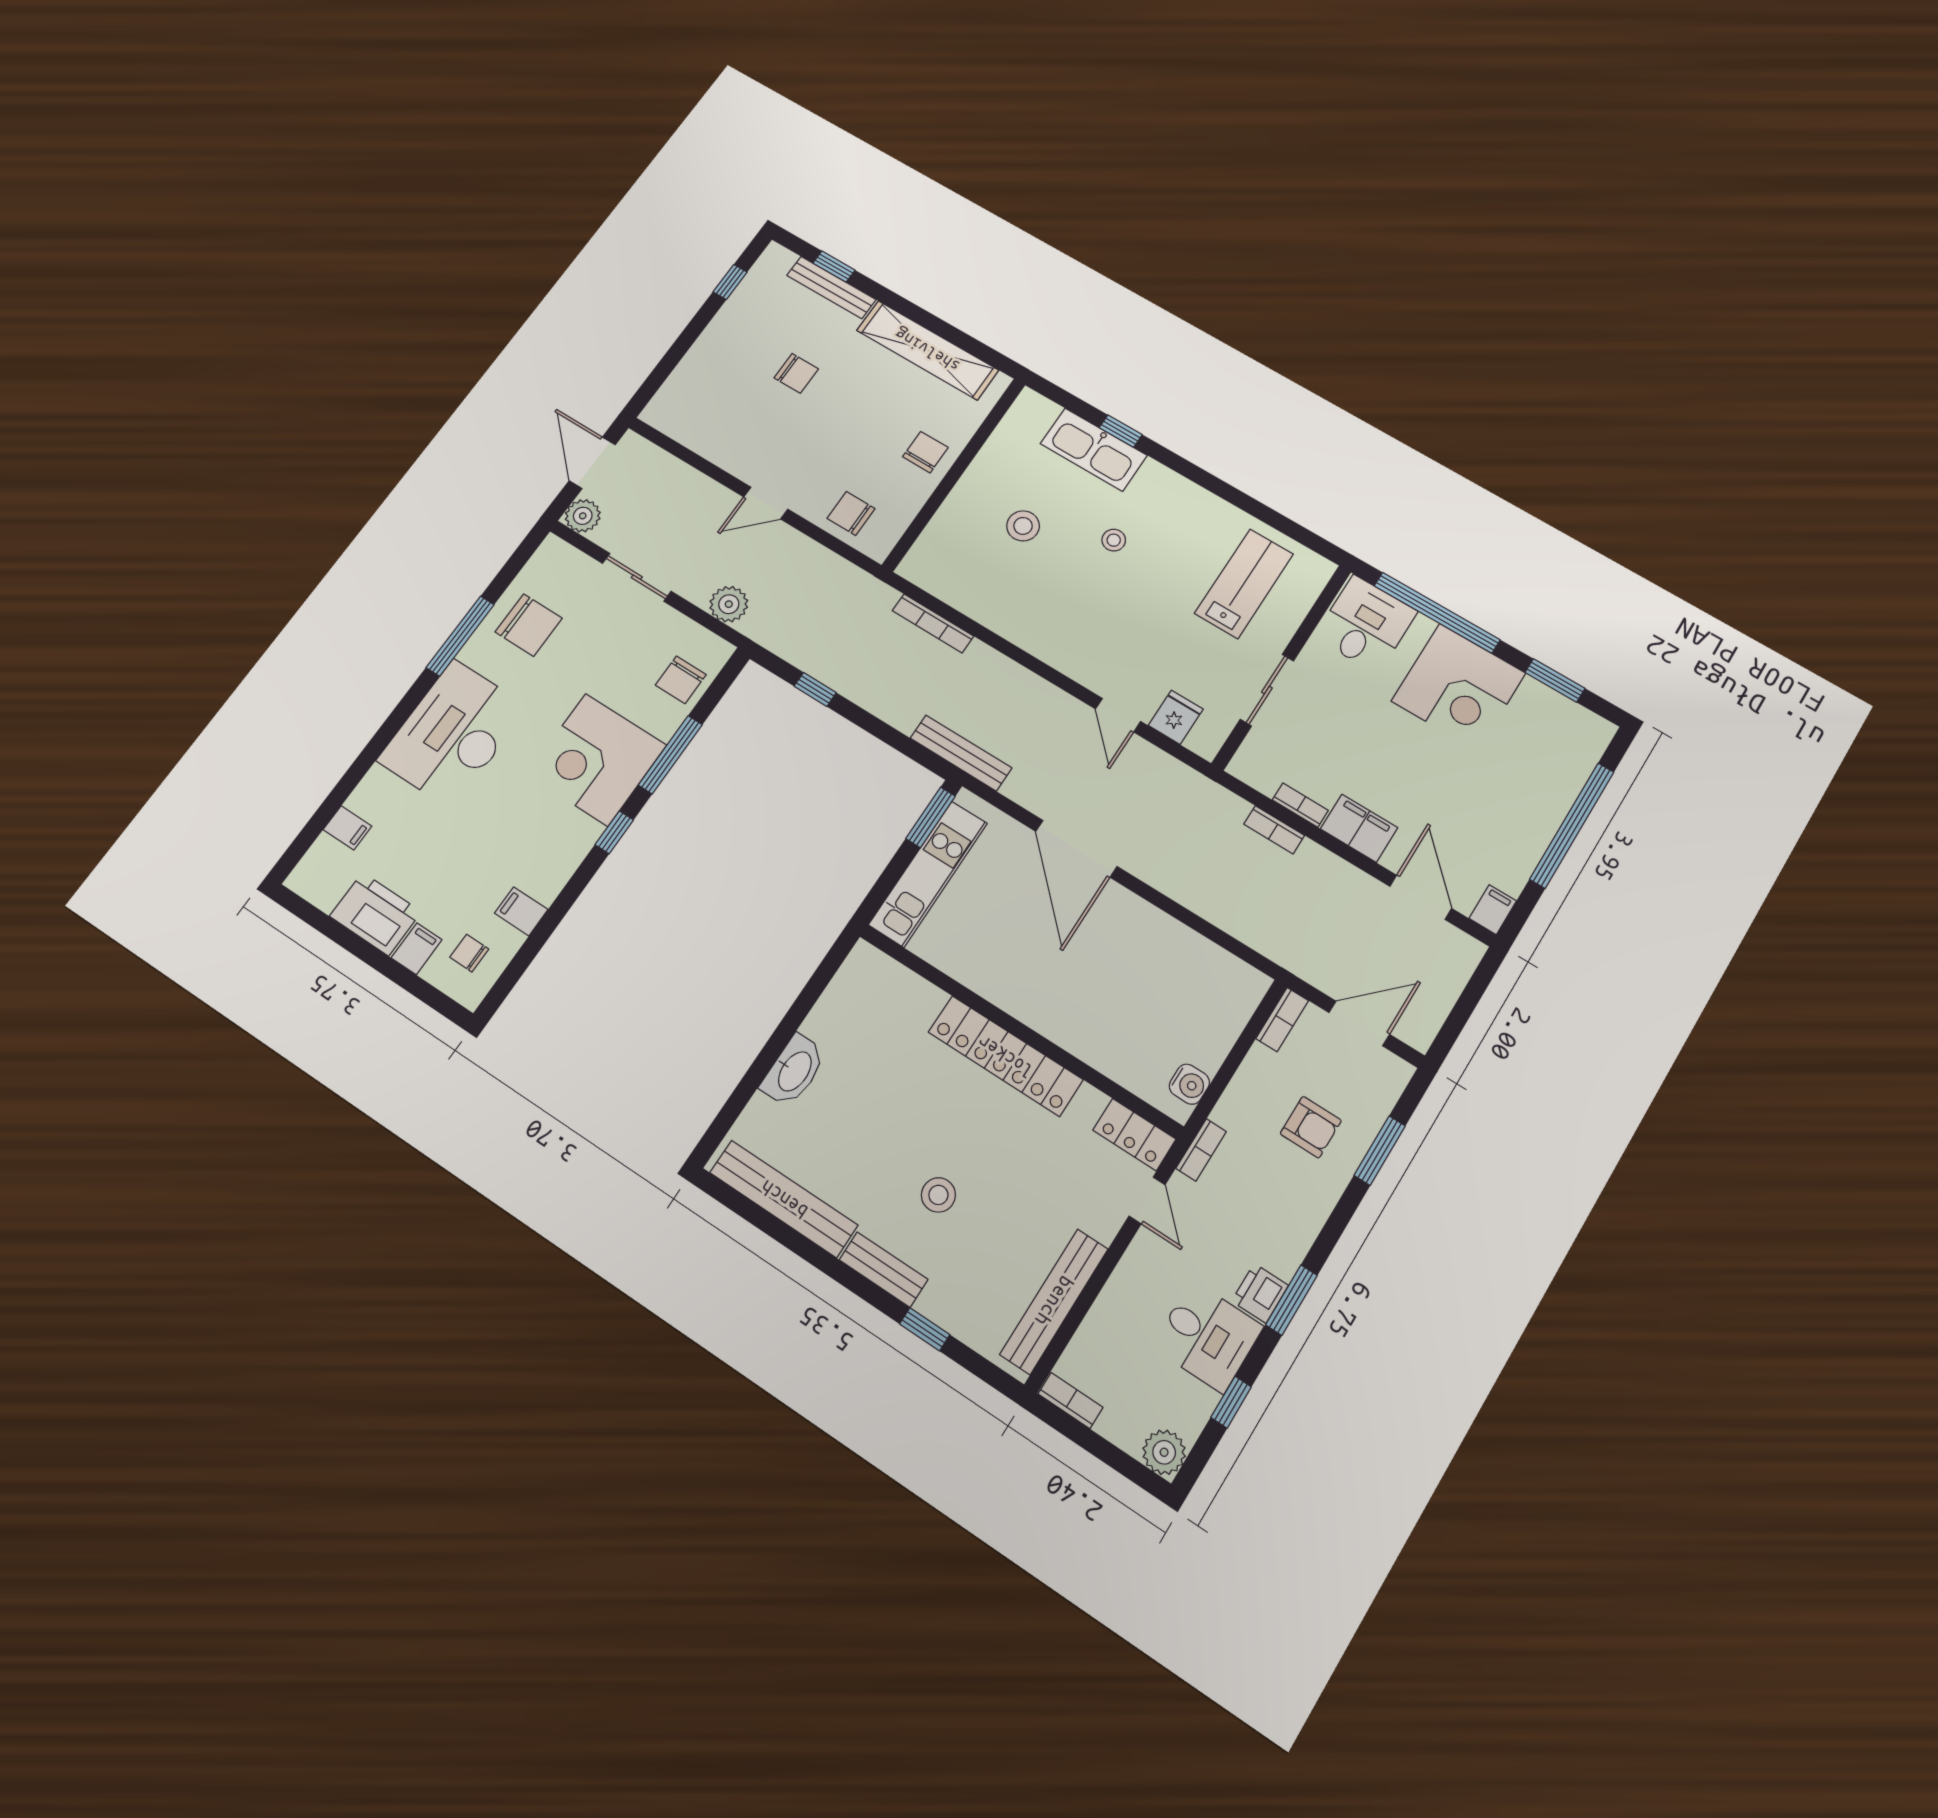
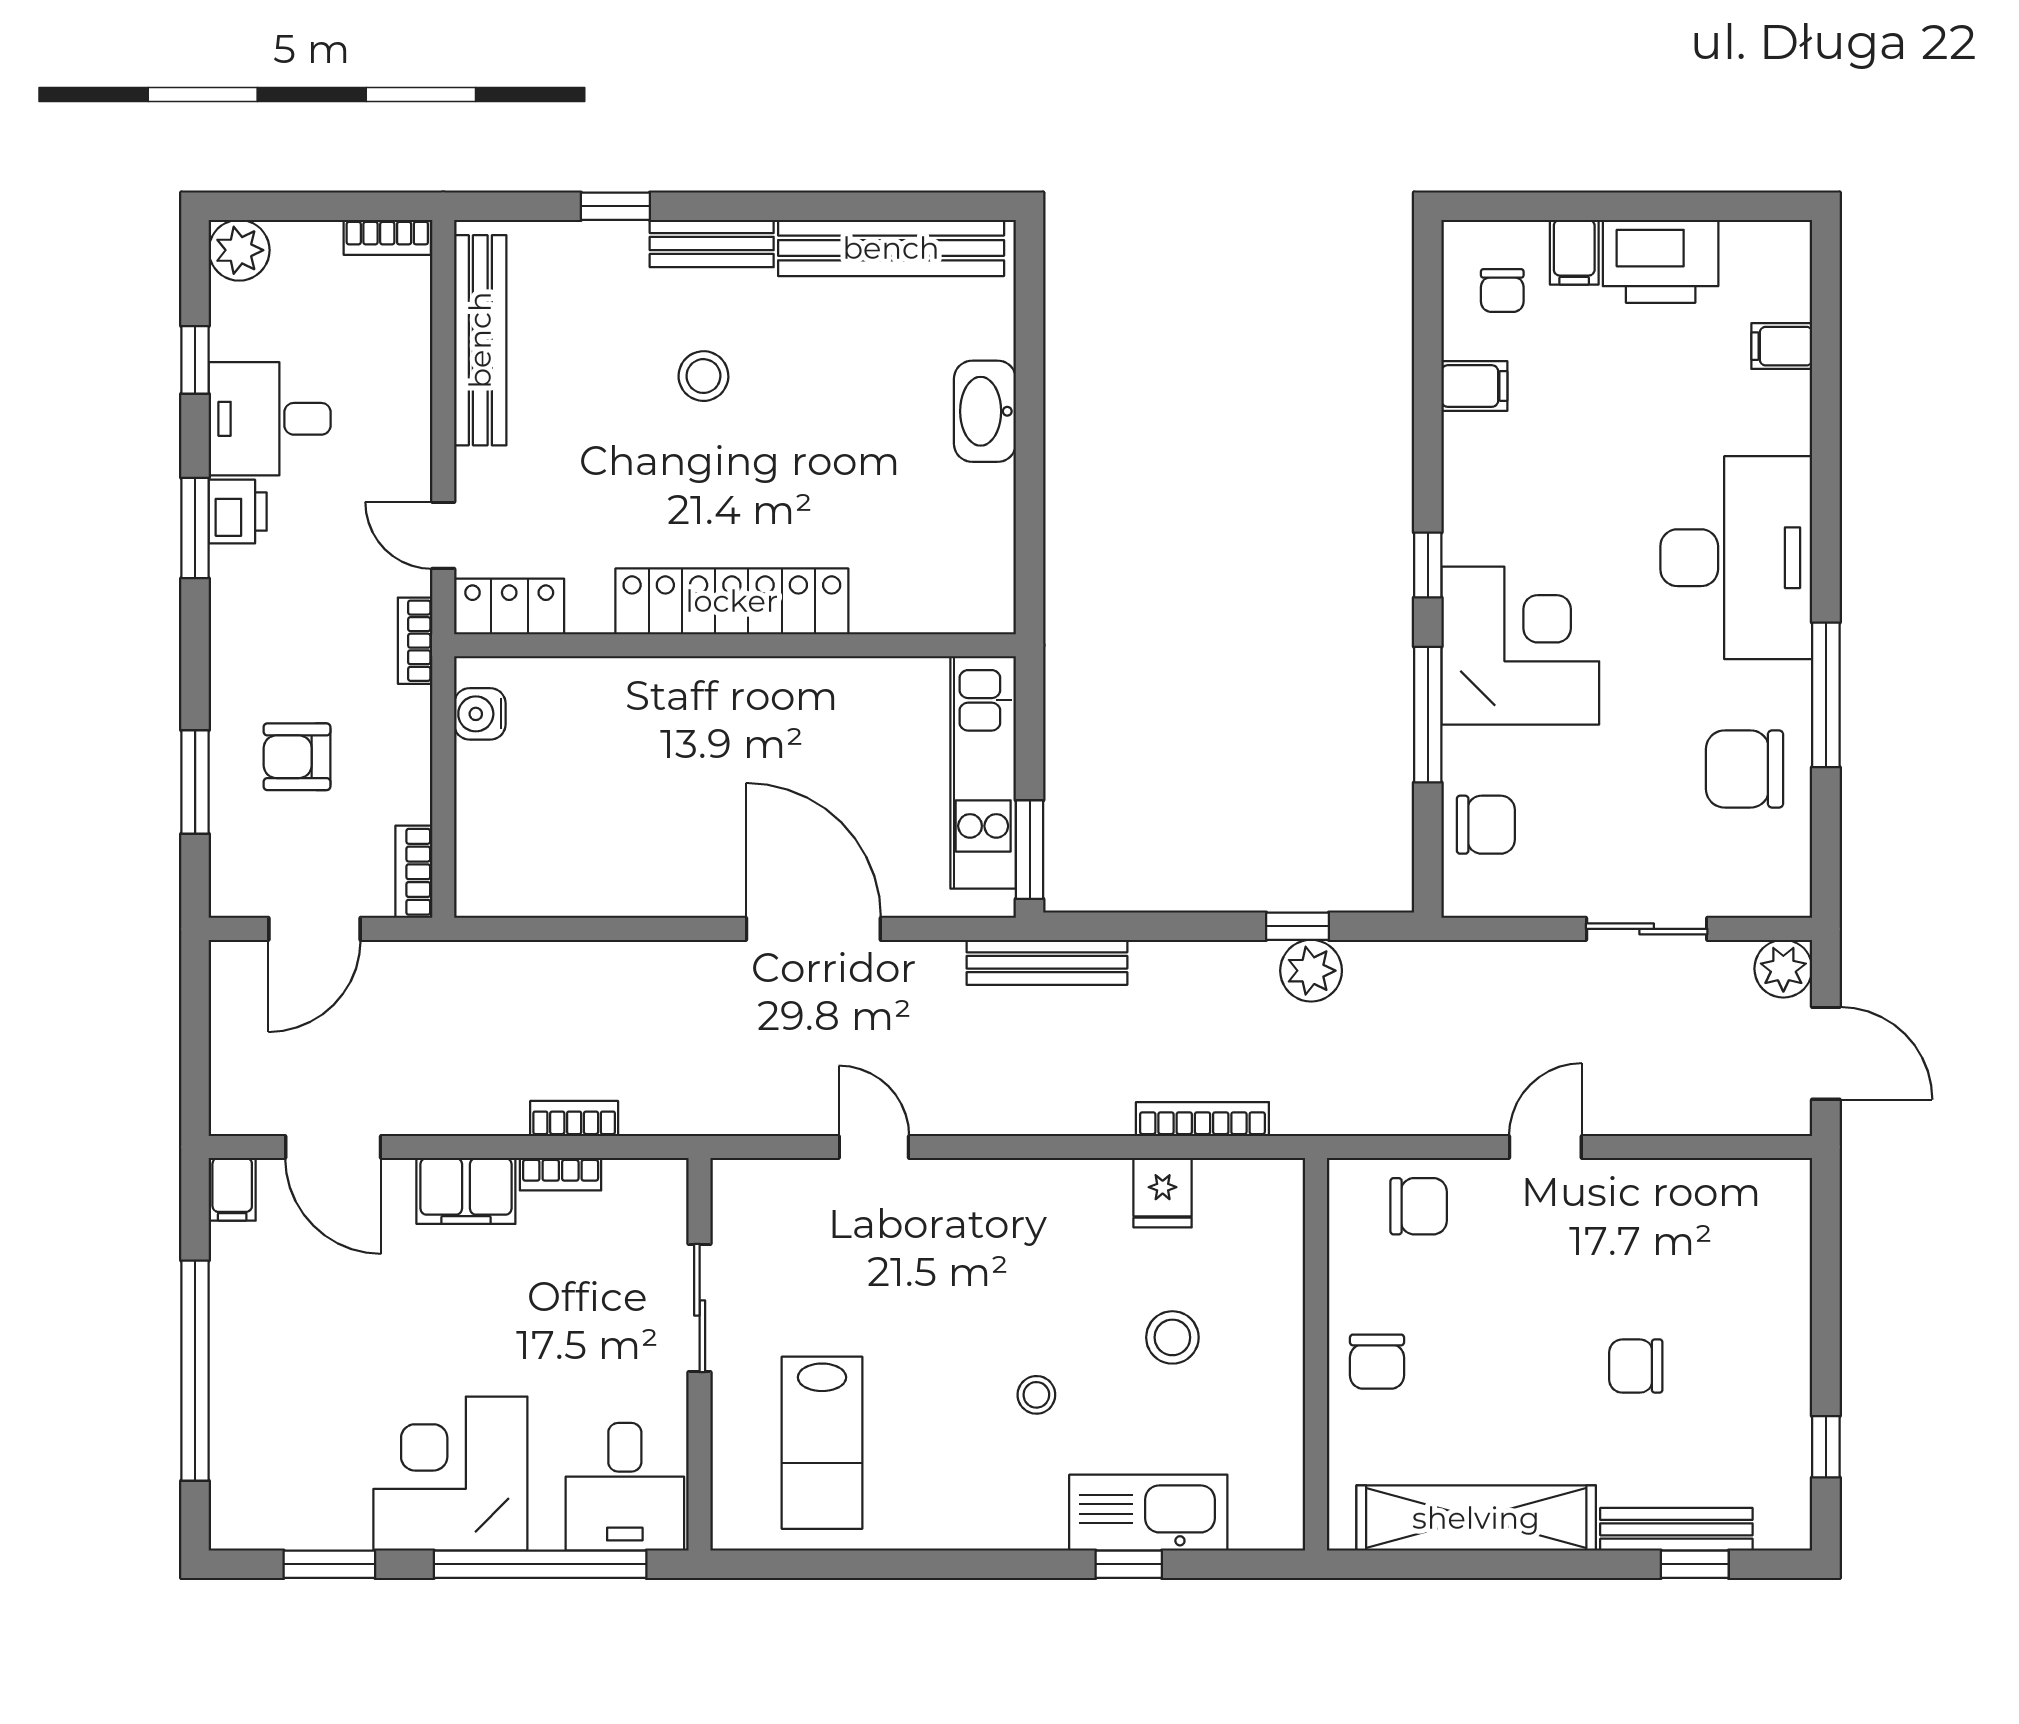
plant: (729, 604) -> (1311, 971), moved
chair: (681, 680) -> (1486, 825), turned 90
fridge: (1176, 717) -> (1163, 1193), moved
chair: (469, 953) -> (1502, 291), turned 90

